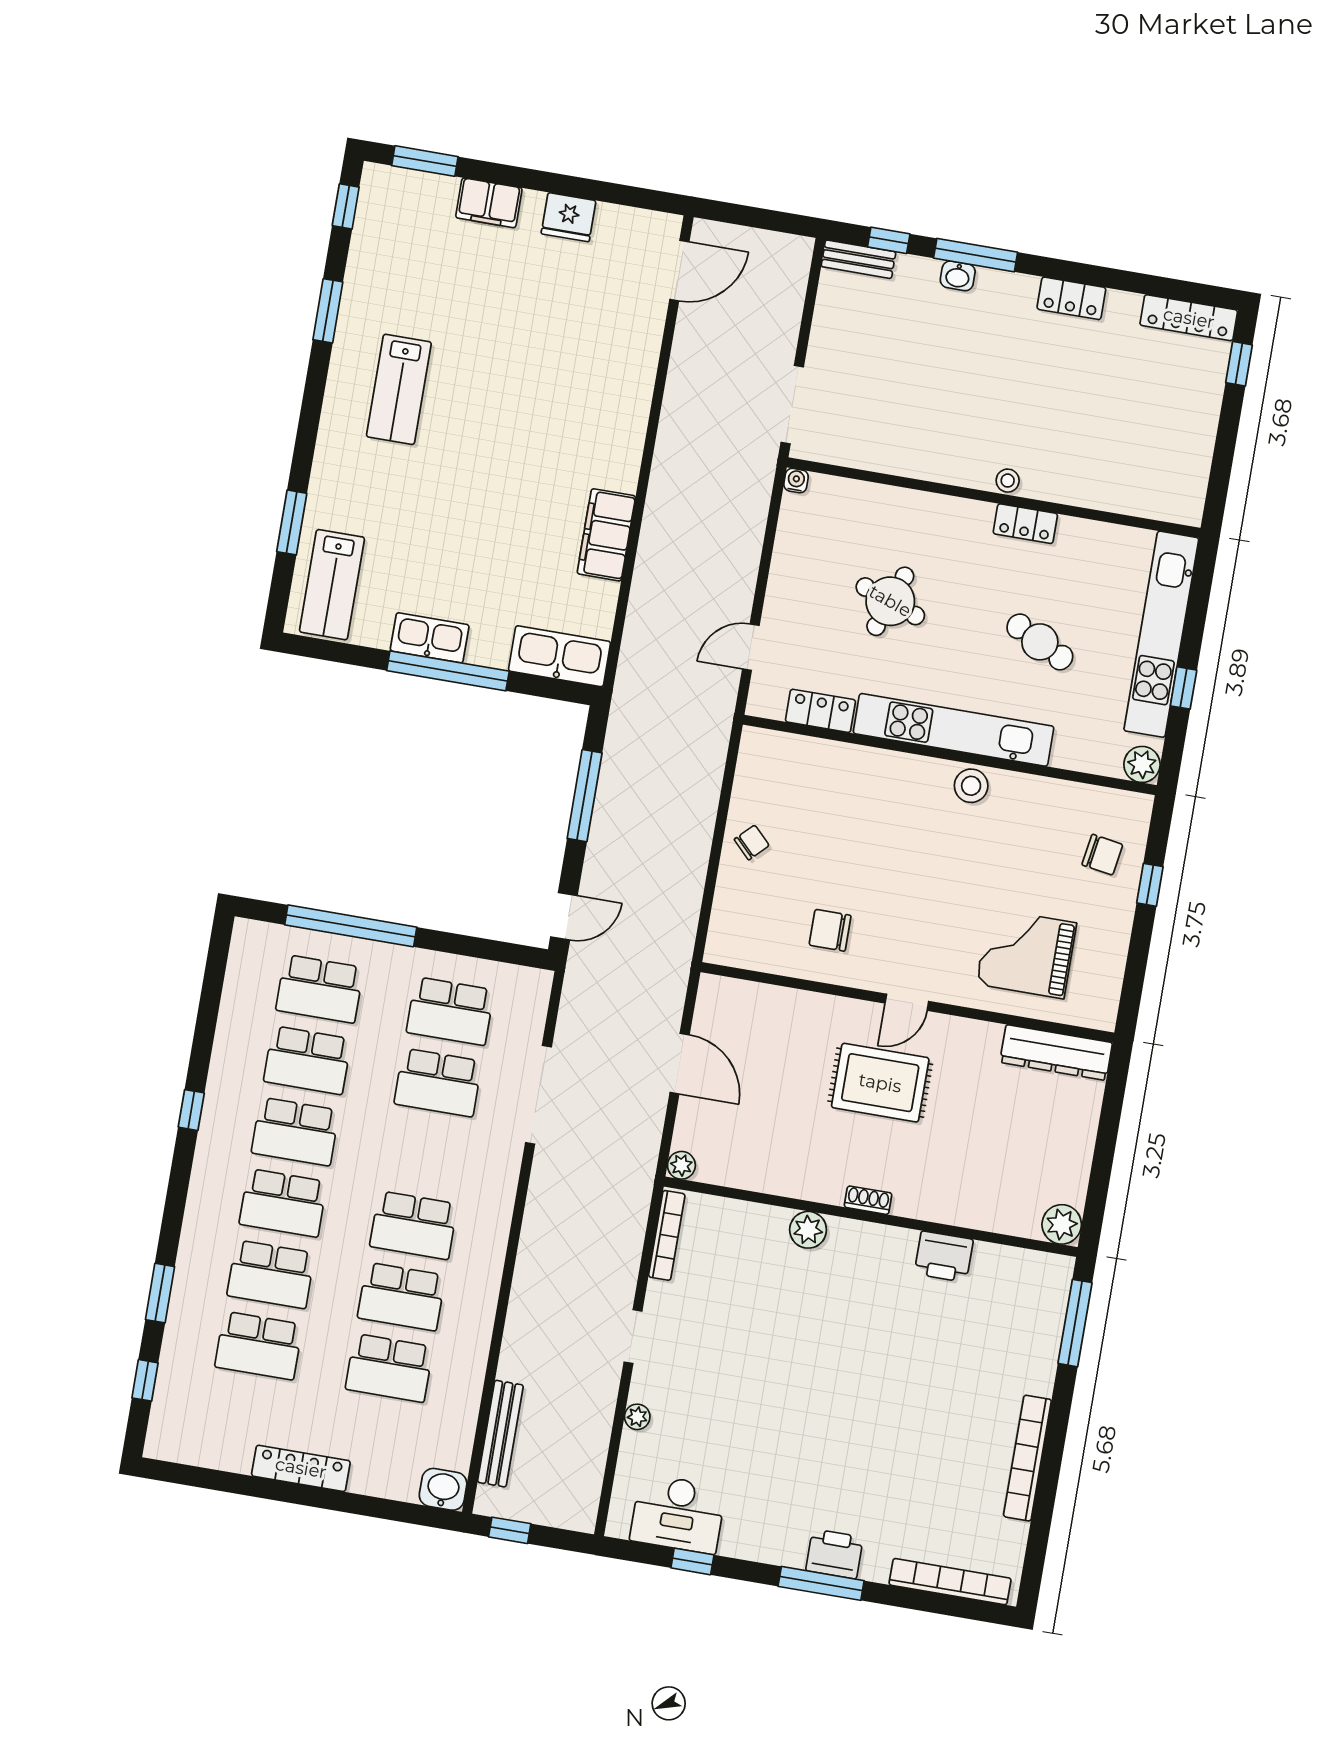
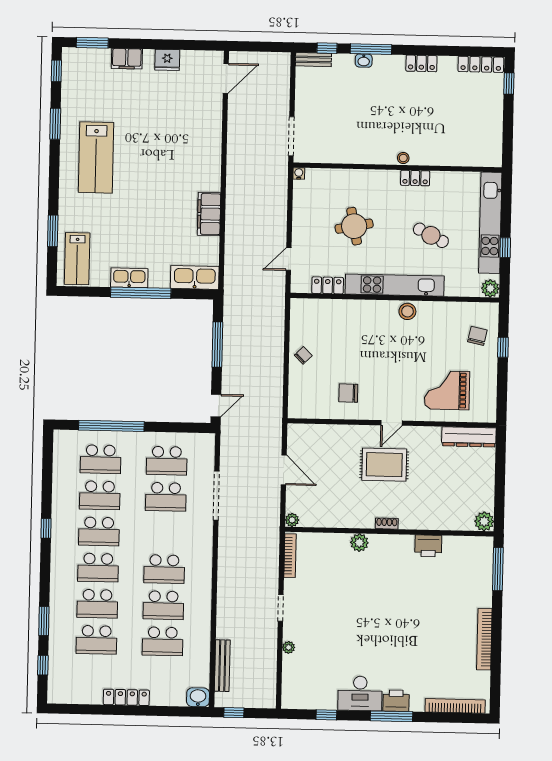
lab bench: (399, 389) -> (96, 157), width x1.36, depth x1.39
round table: (890, 601) -> (354, 226), turned -31
chair: (1102, 855) -> (477, 336), turned -87
desk: (678, 1514) -> (360, 693), moved

